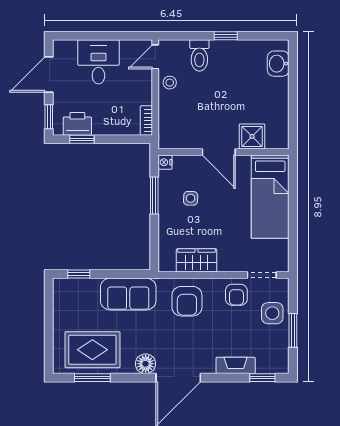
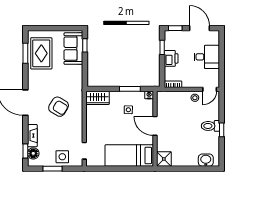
toilet: (199, 55) -> (210, 126), moved
door: (155, 57) -> (210, 89), swing flipped
printer: (77, 124) -> (171, 58), moved
shower: (252, 136) -> (164, 159), moved
door: (219, 152) -> (155, 126), hinge flipped
wardrobe: (197, 260) -> (97, 98), moved, turned 90
sofa: (128, 294) -> (73, 49), moved
armchair: (236, 295) -> (73, 136), removed
armchair: (187, 301) -> (59, 107), moved, turned -149
floor lamp: (146, 364) -> (33, 153), moved

